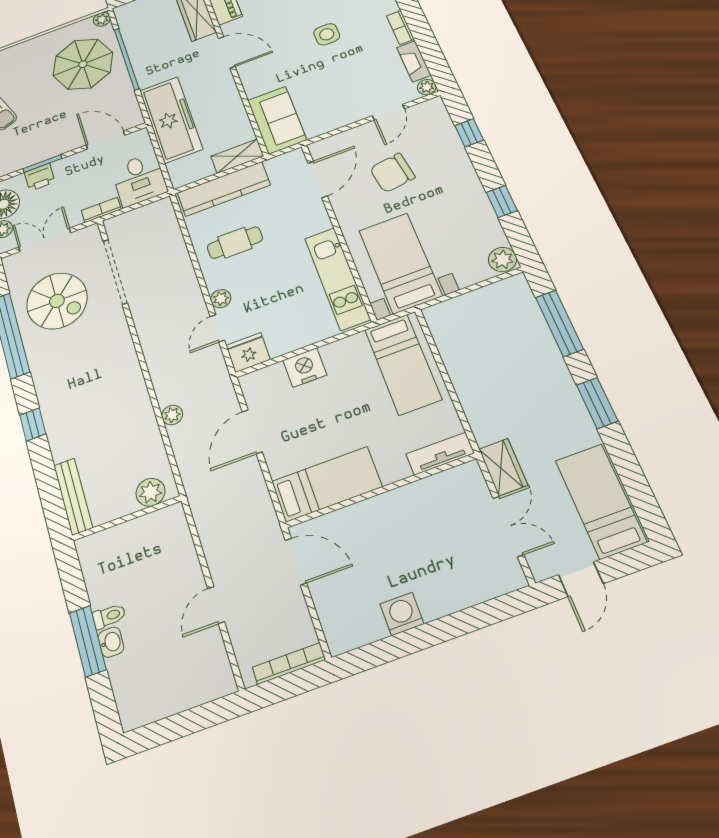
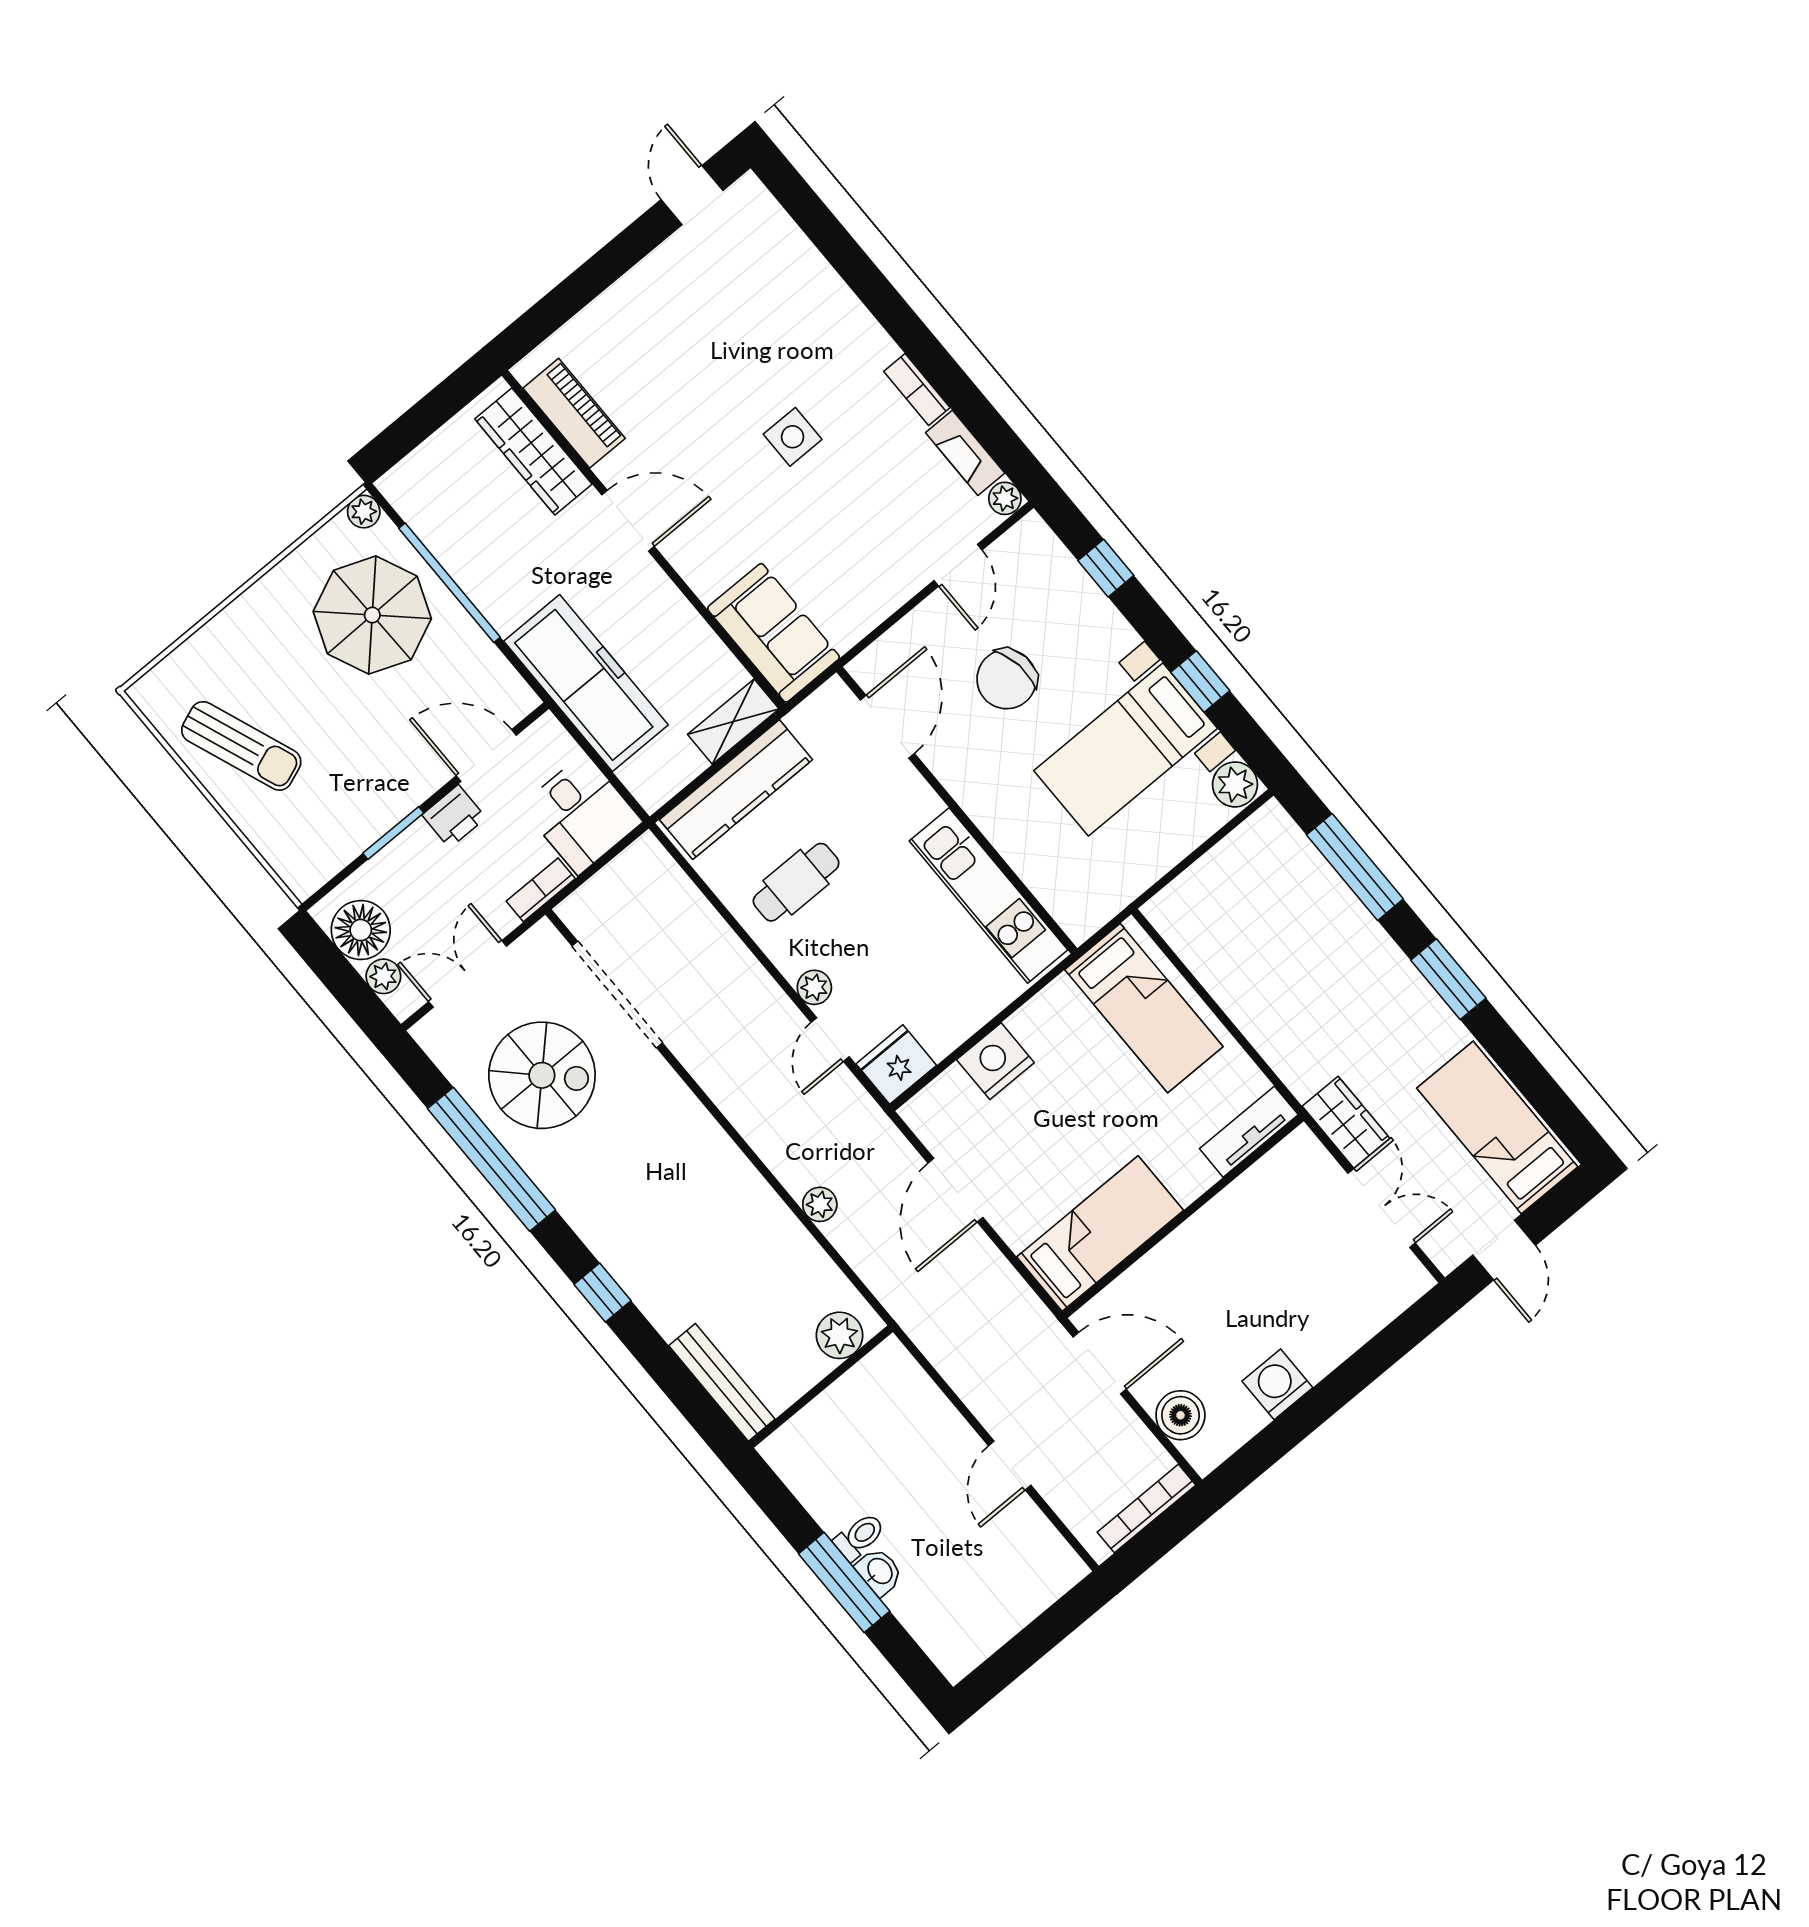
printer: (40, 177) -> (454, 816), moved
bed with nightstands: (400, 263) -> (1126, 750), moved, turned -90
boiler: (333, 612) -> (1180, 1415), added

